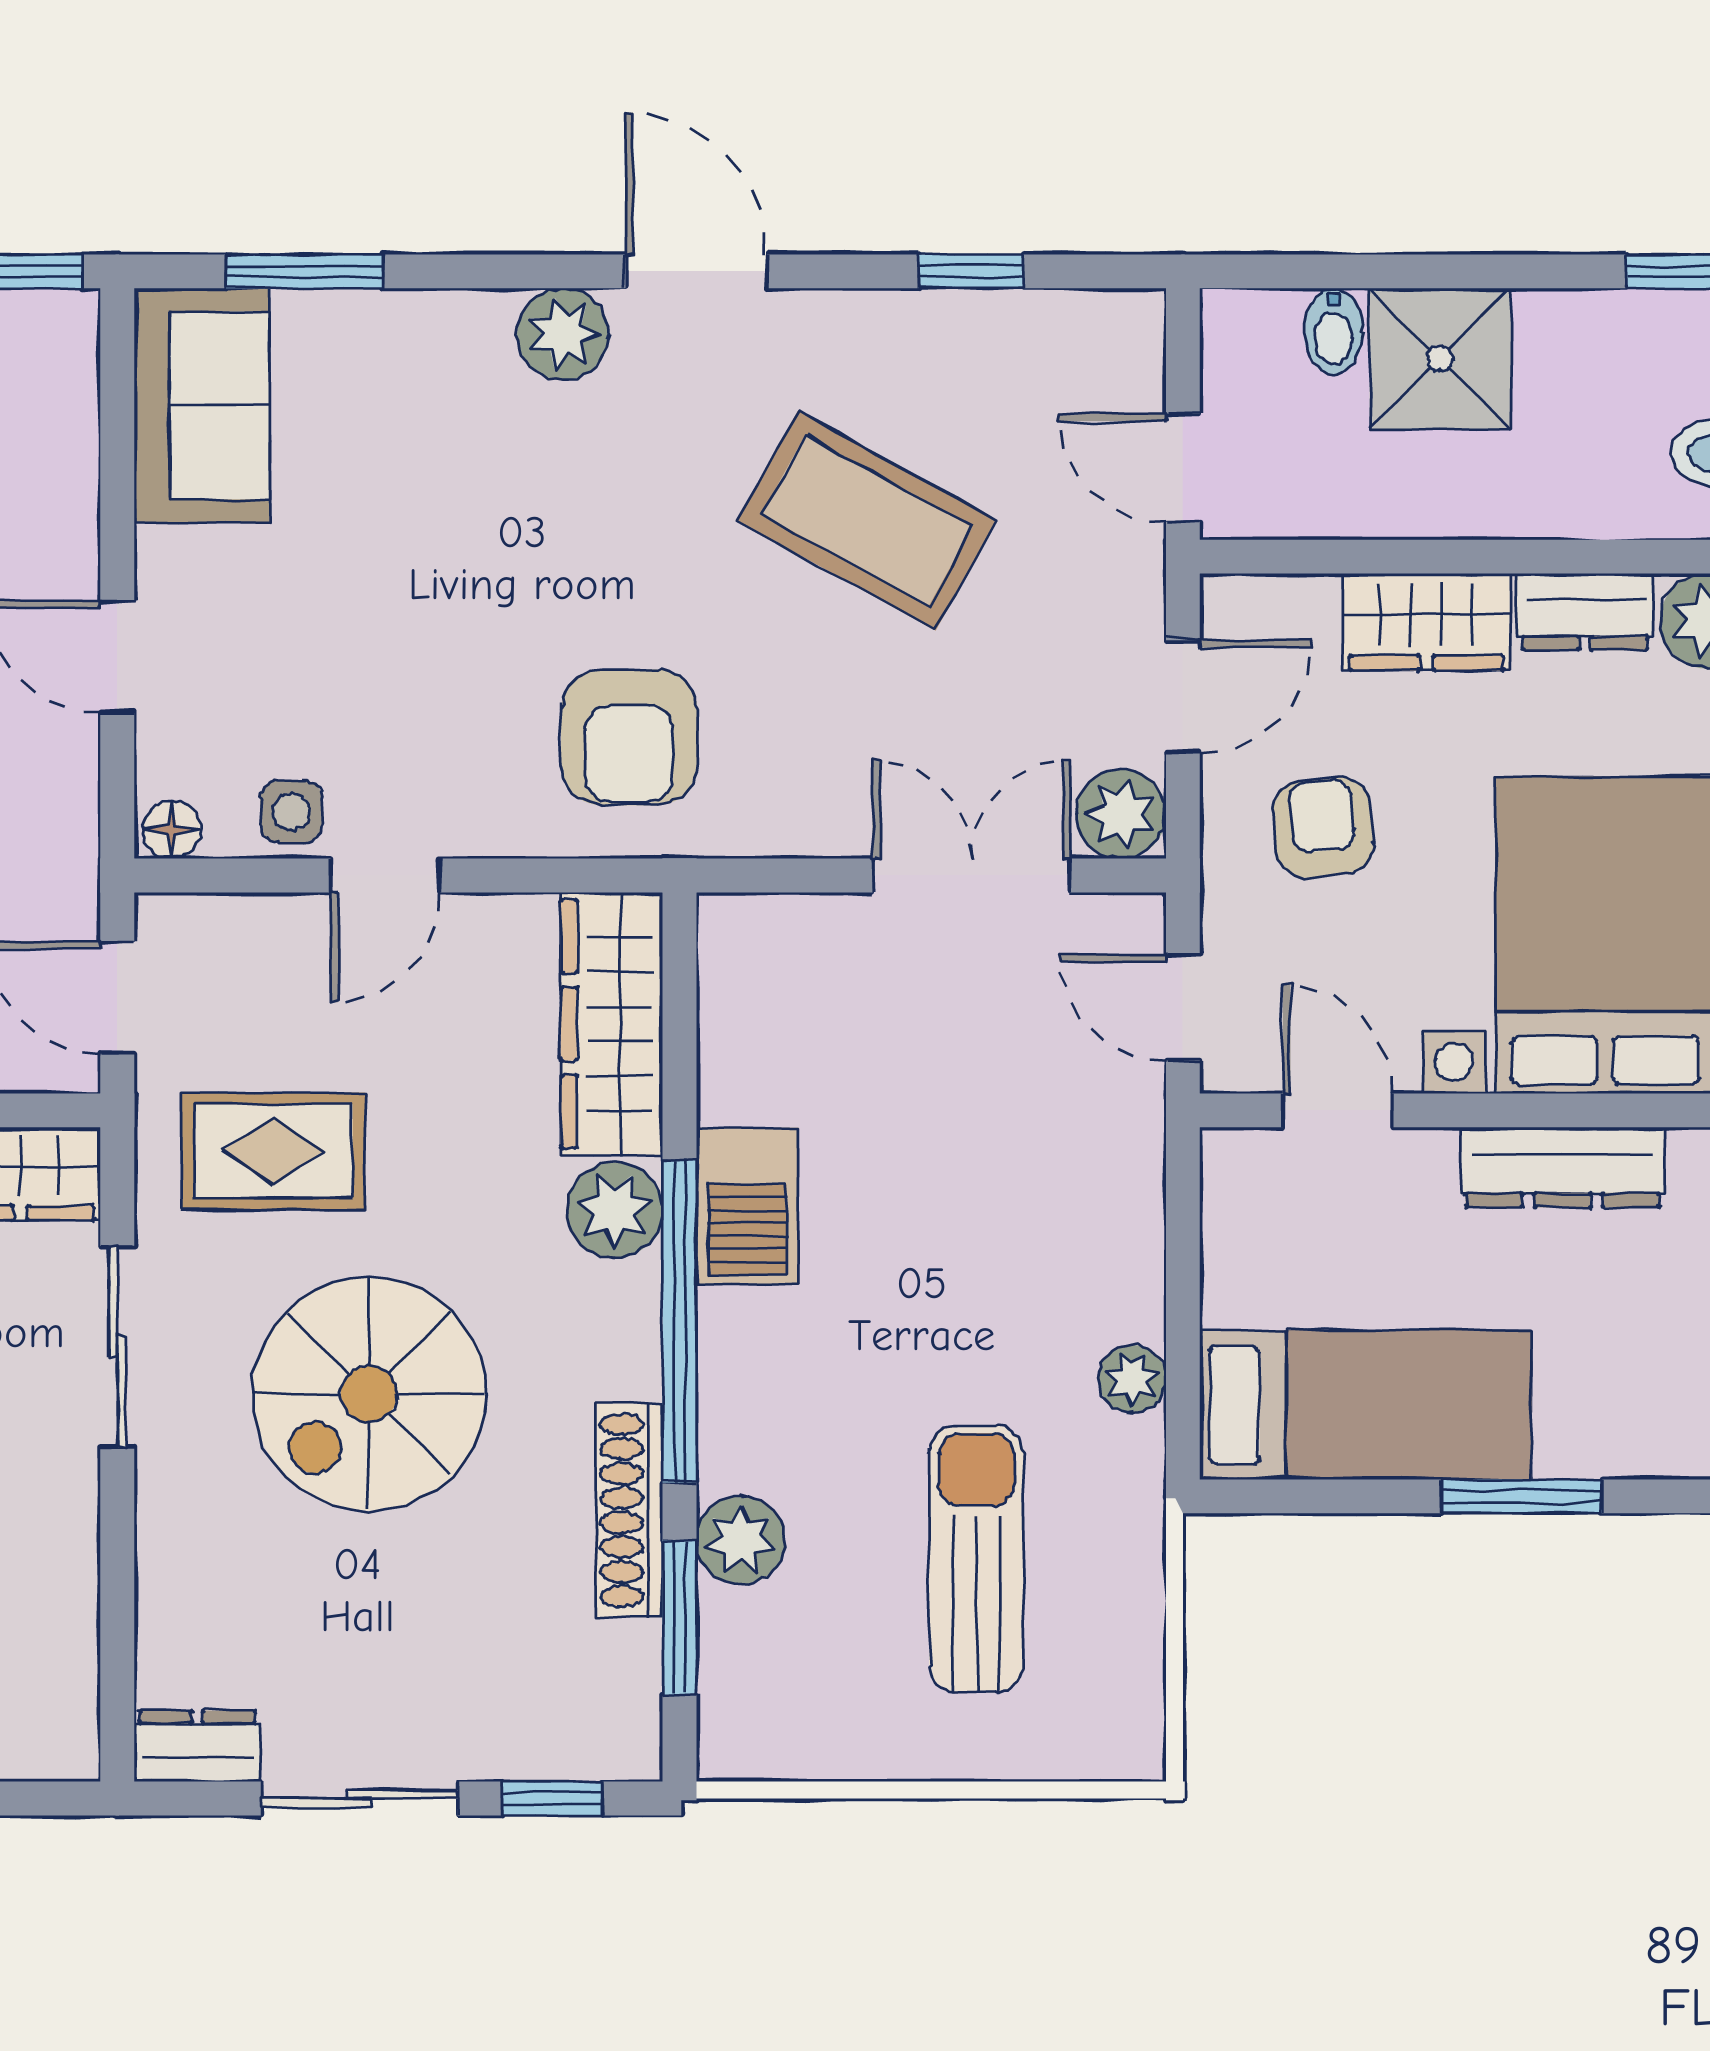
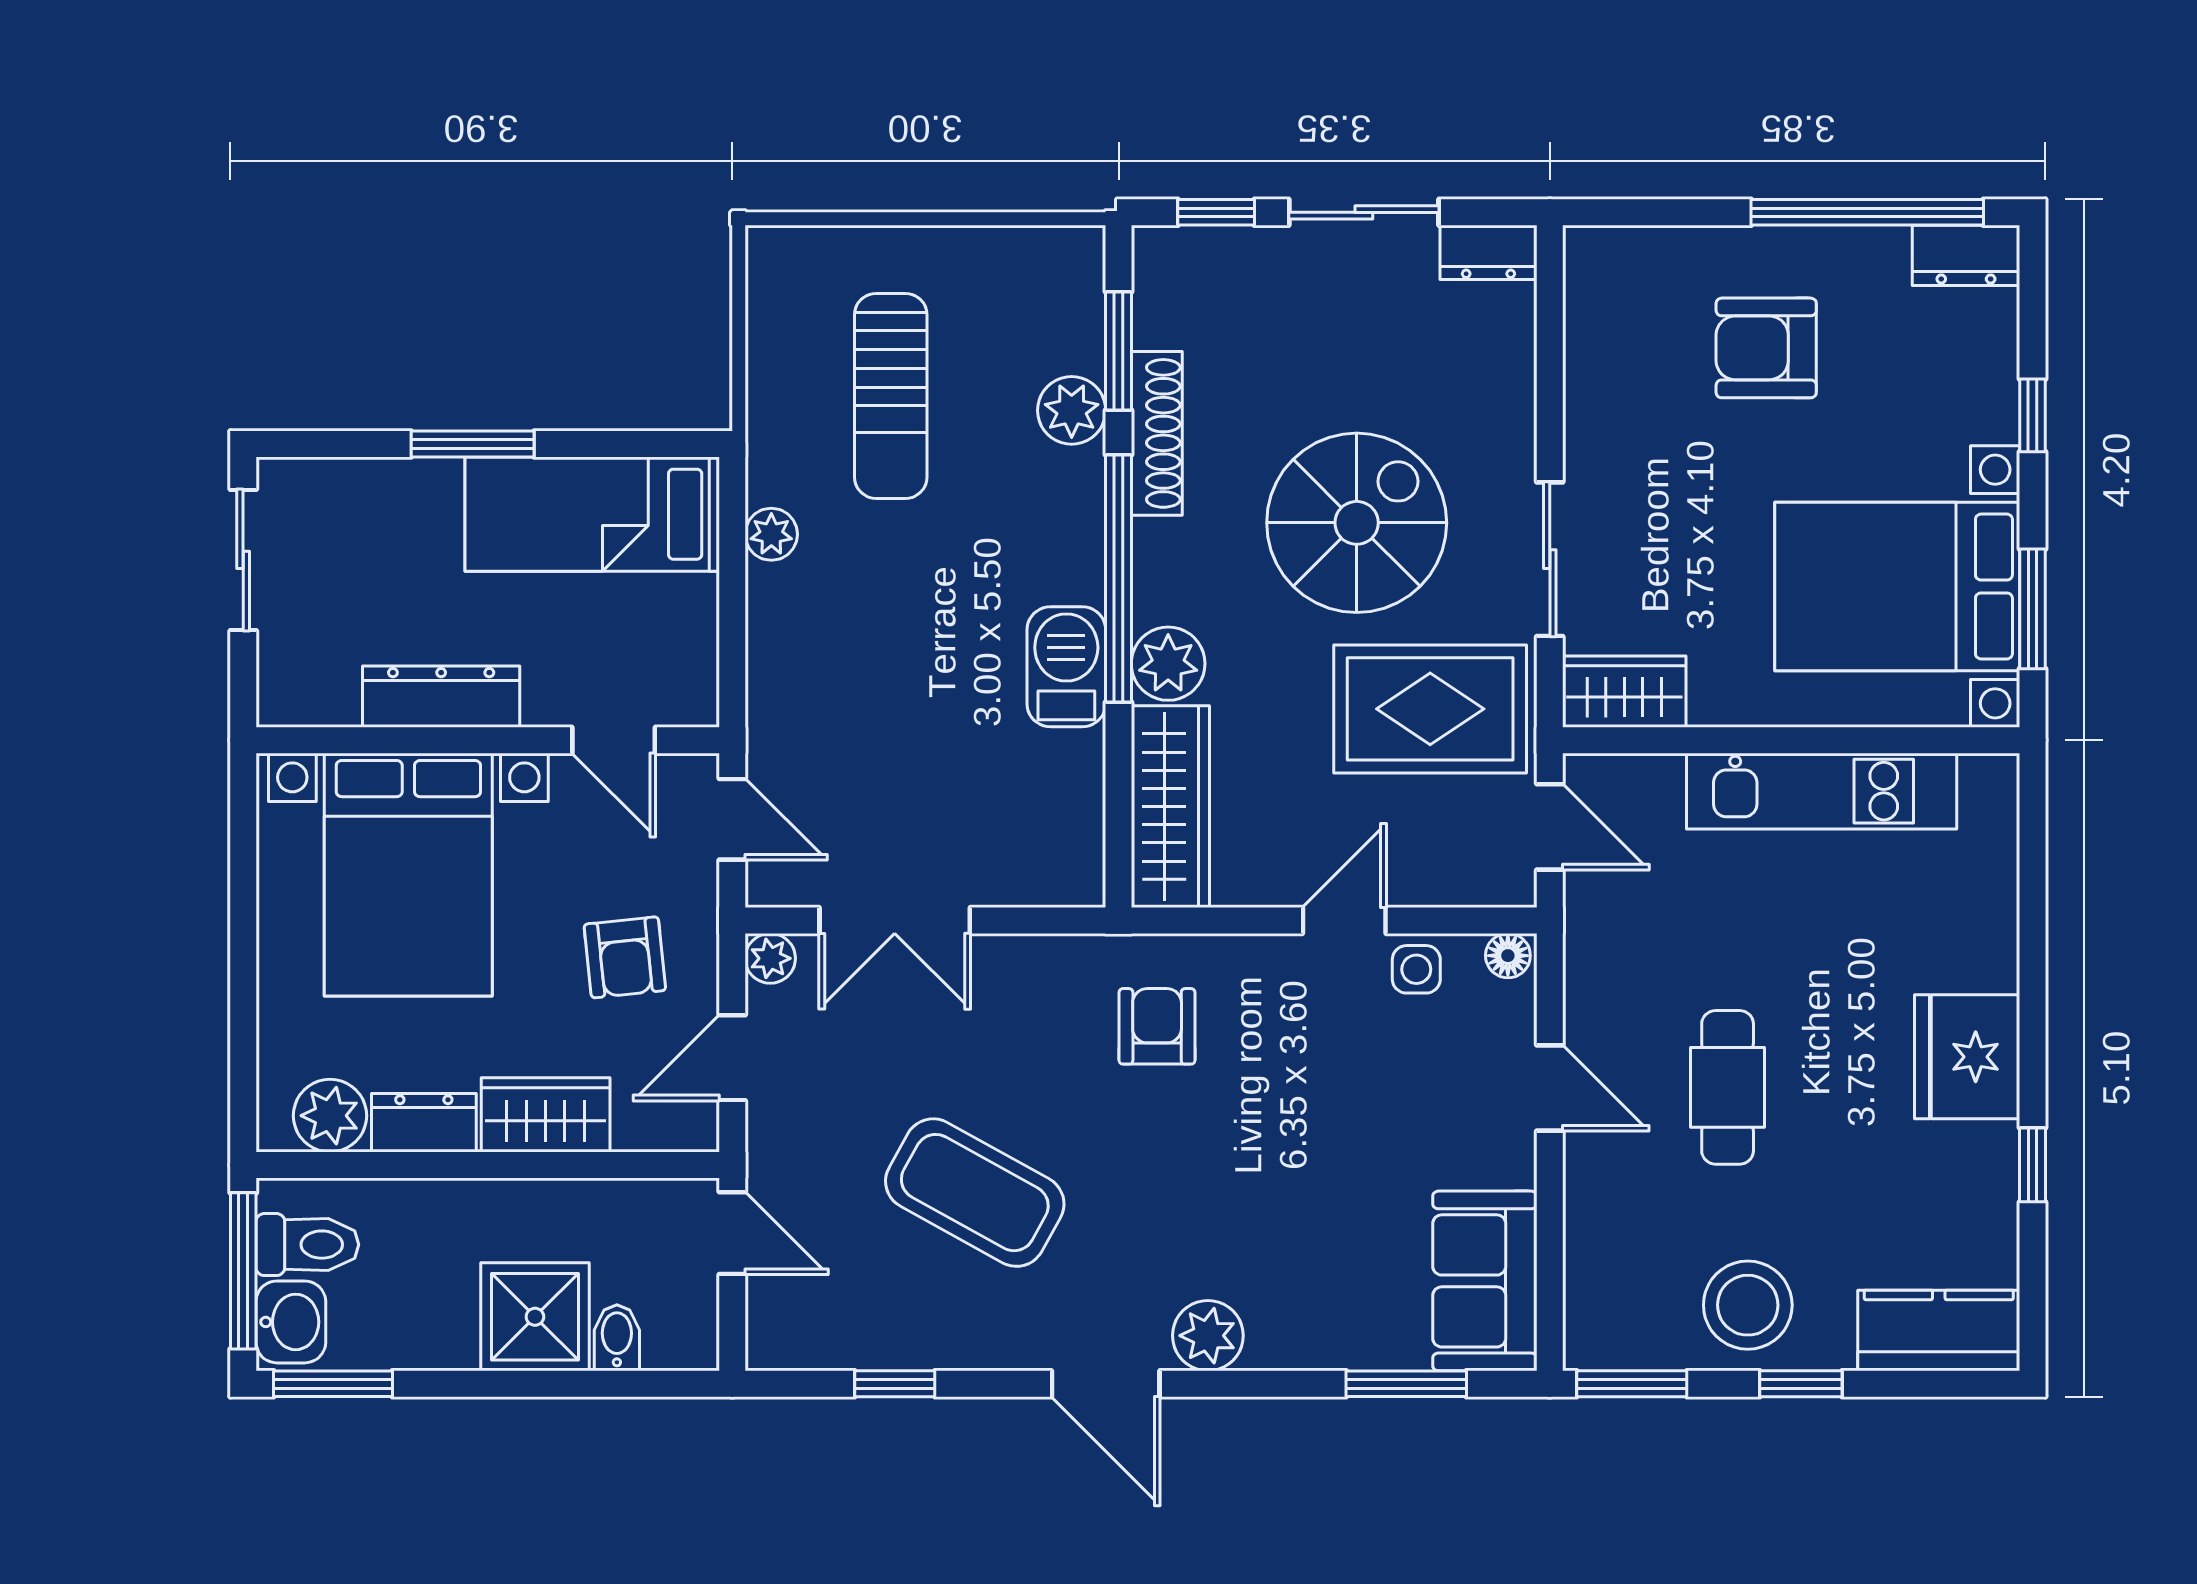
armchair: (629, 737) -> (1157, 1026), width x0.72, depth x0.72
plant: (1121, 814) -> (770, 958), width x0.73, depth x0.73
rug: (273, 1151) -> (1430, 709), width x1.36, depth x1.43

